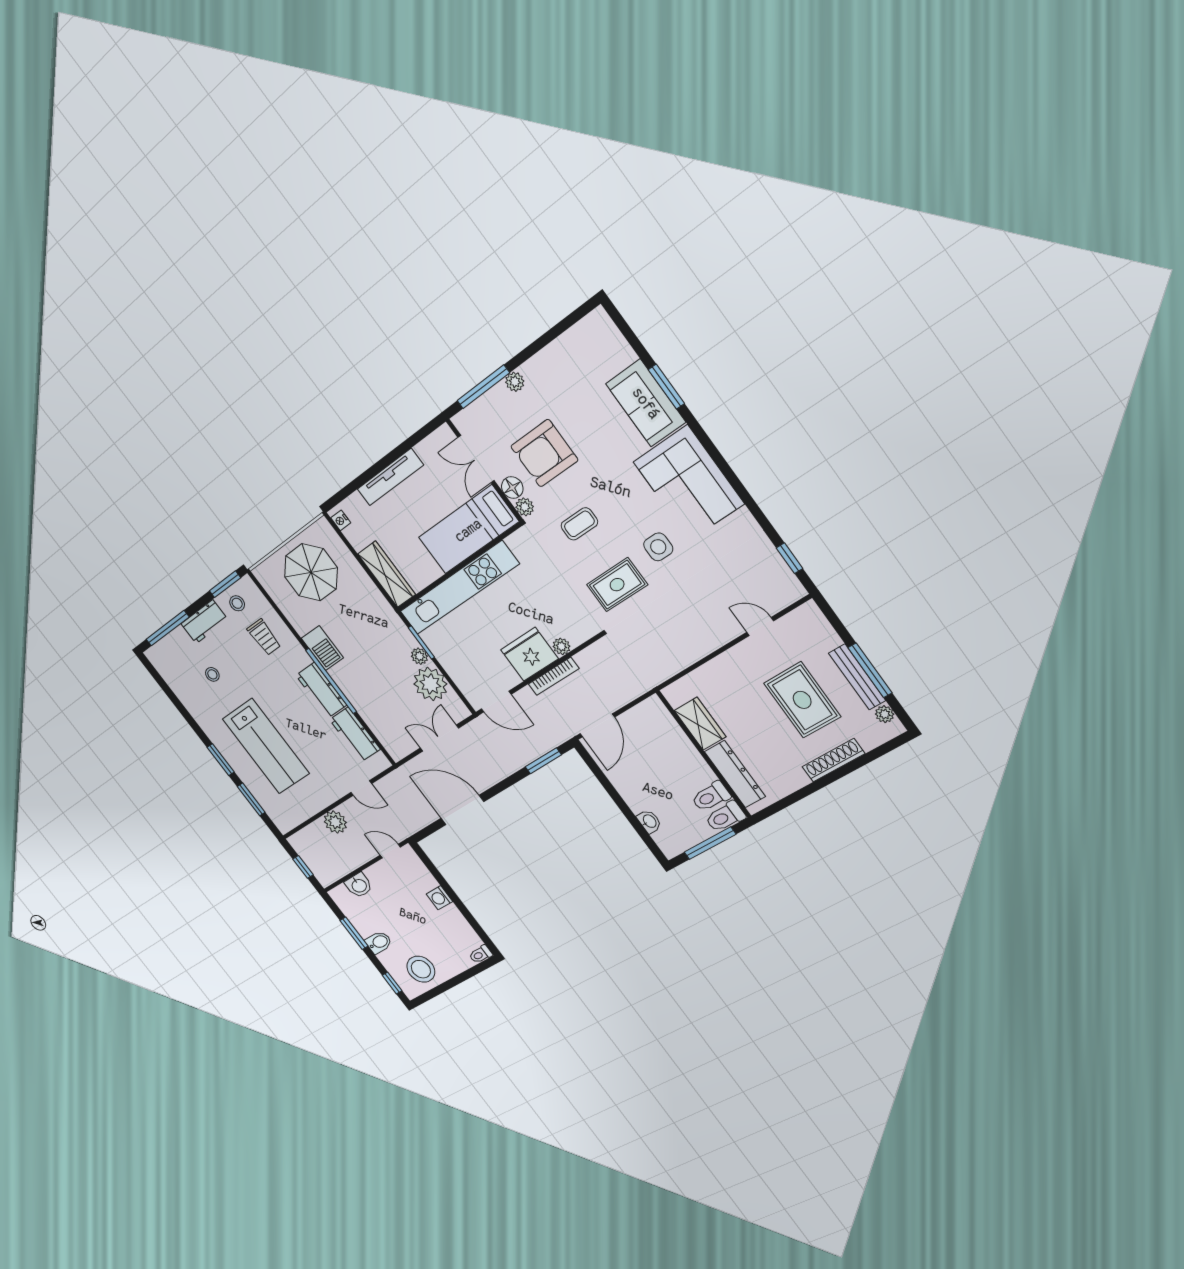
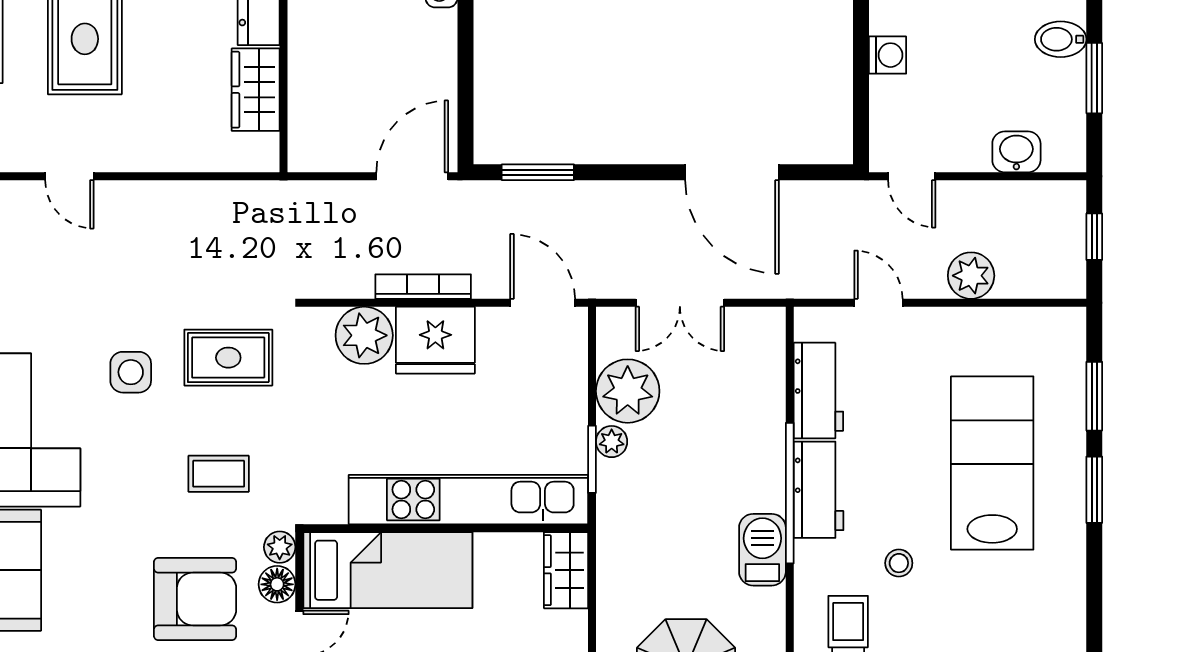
wardrobe: (387, 574) -> (566, 570), width x0.67
plant: (561, 646) -> (364, 335), width x1.88, depth x1.88
stool: (212, 674) -> (899, 563), moved

